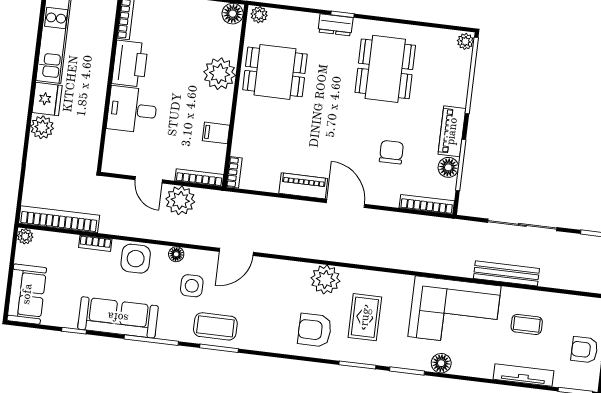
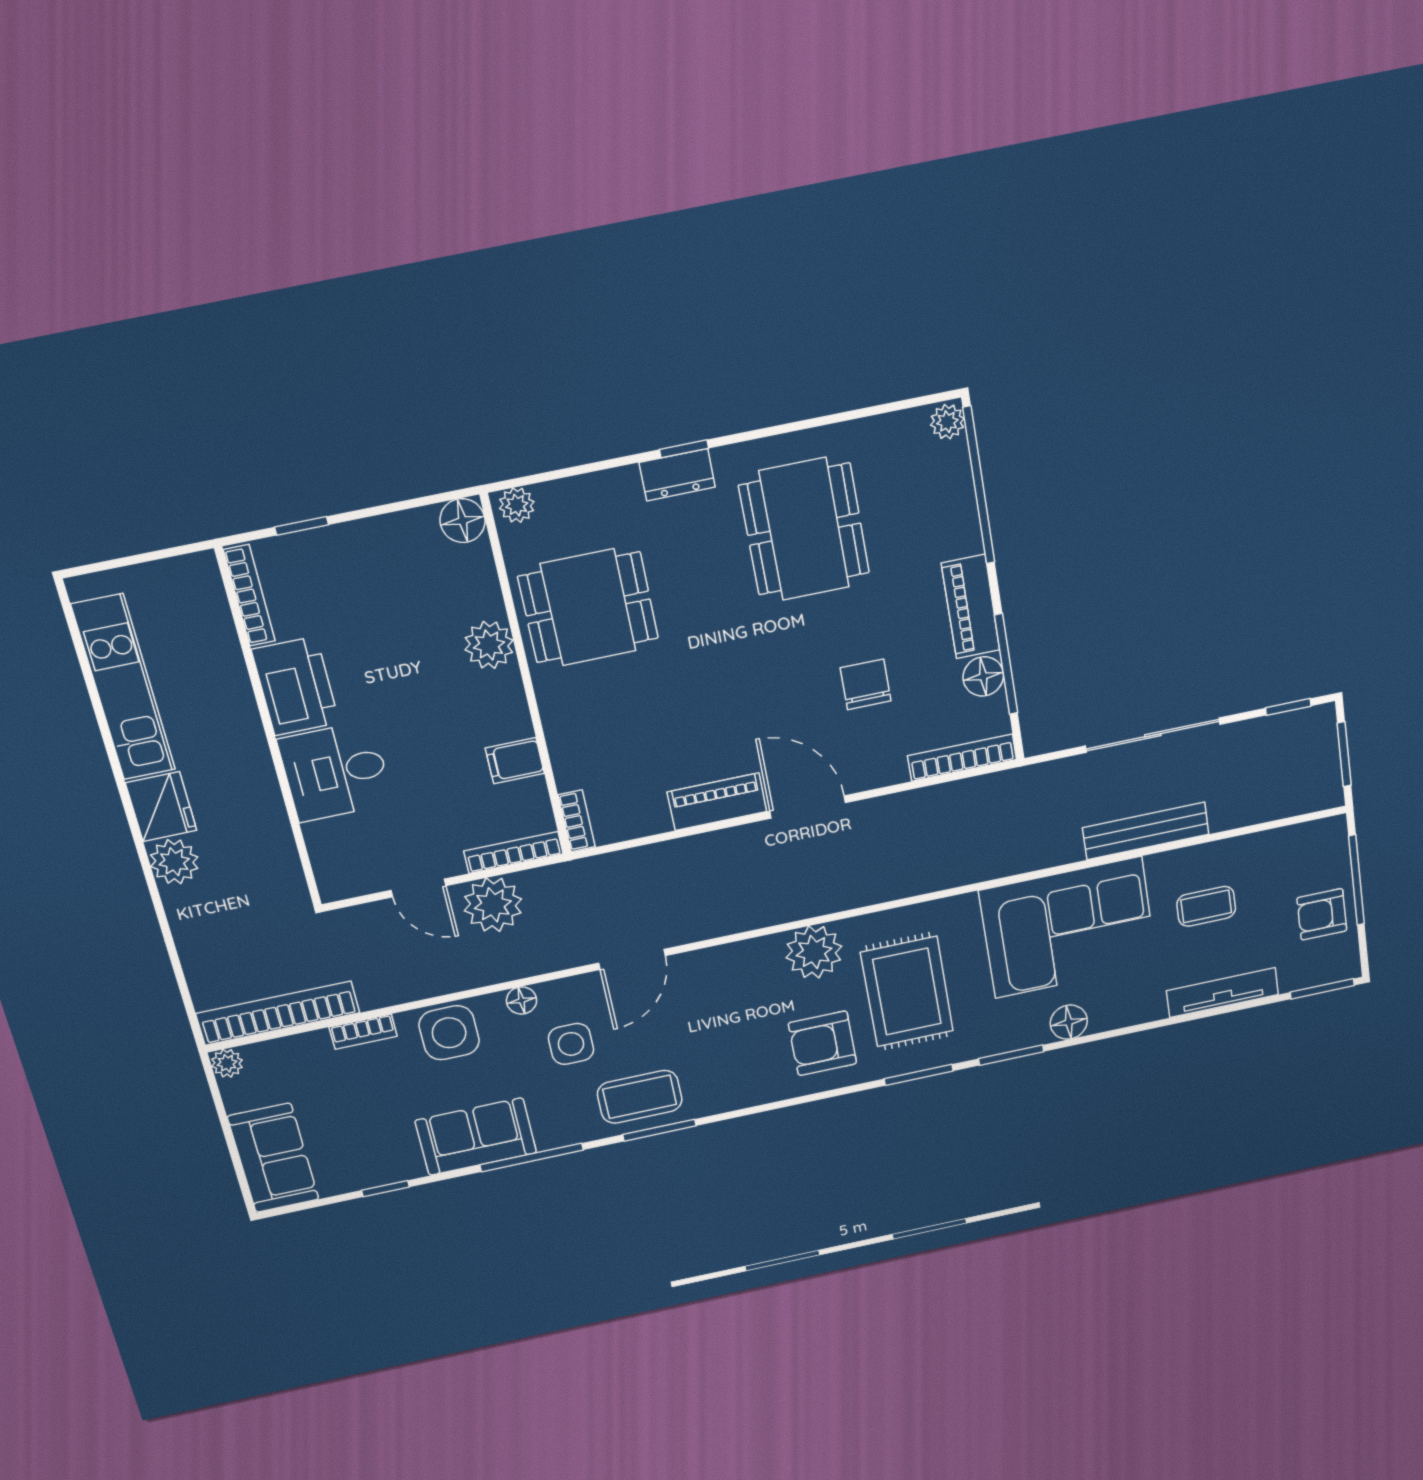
plant: (220, 74) -> (489, 645), width x0.73, depth x0.73
sofa: (118, 317) -> (476, 1137), width x0.73
rug: (365, 317) -> (907, 992), width x1.36, depth x1.43

